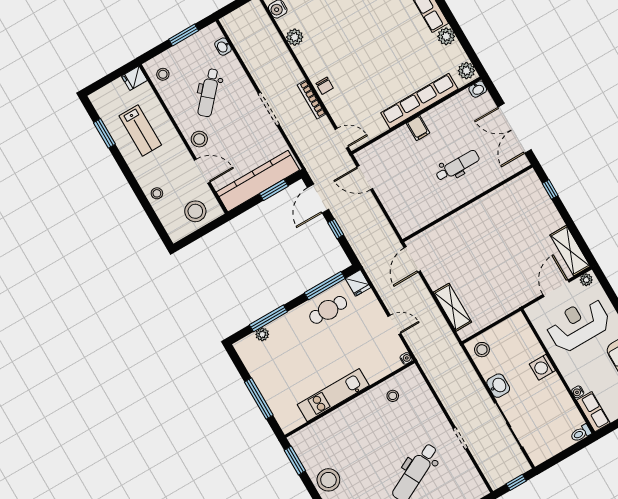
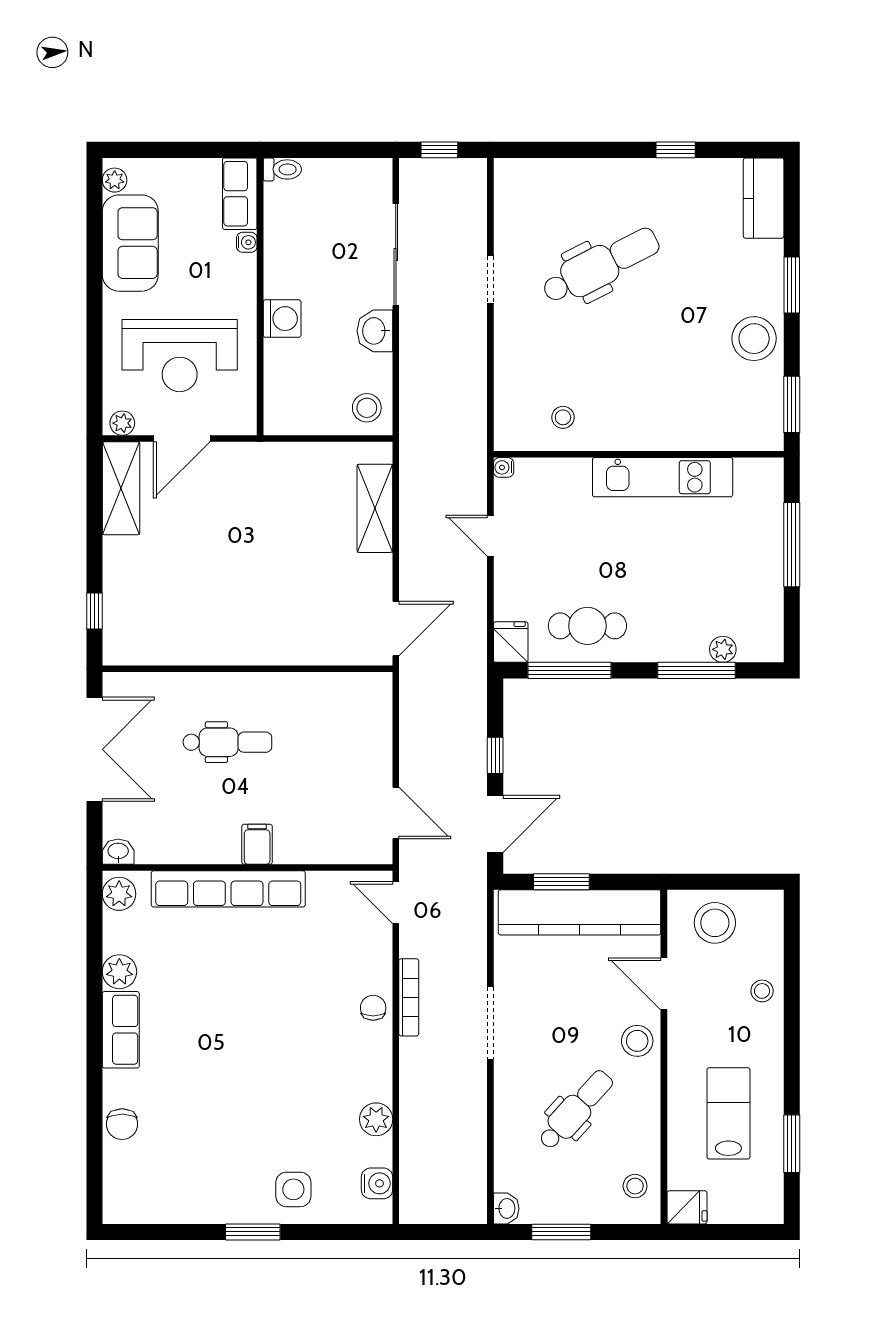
washbasin: (223, 47) -> (506, 1208), moved
dental chair: (458, 166) -> (227, 742), turned 180

